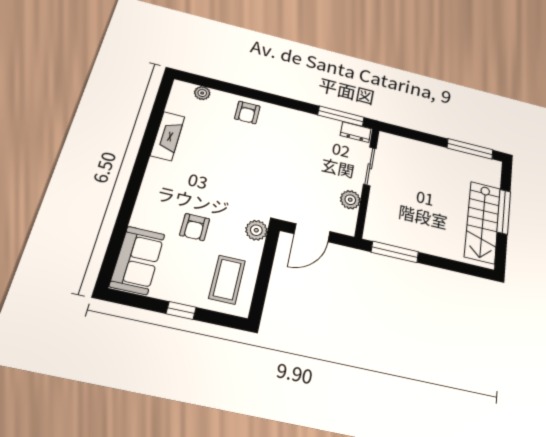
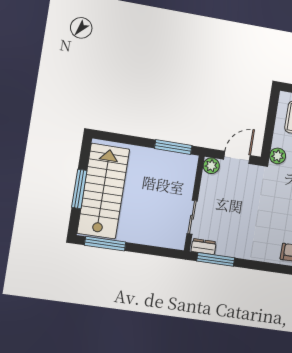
plant: (350, 200) -> (211, 166), moved
stairs: (483, 222) -> (103, 191), width x1.36, depth x1.51

